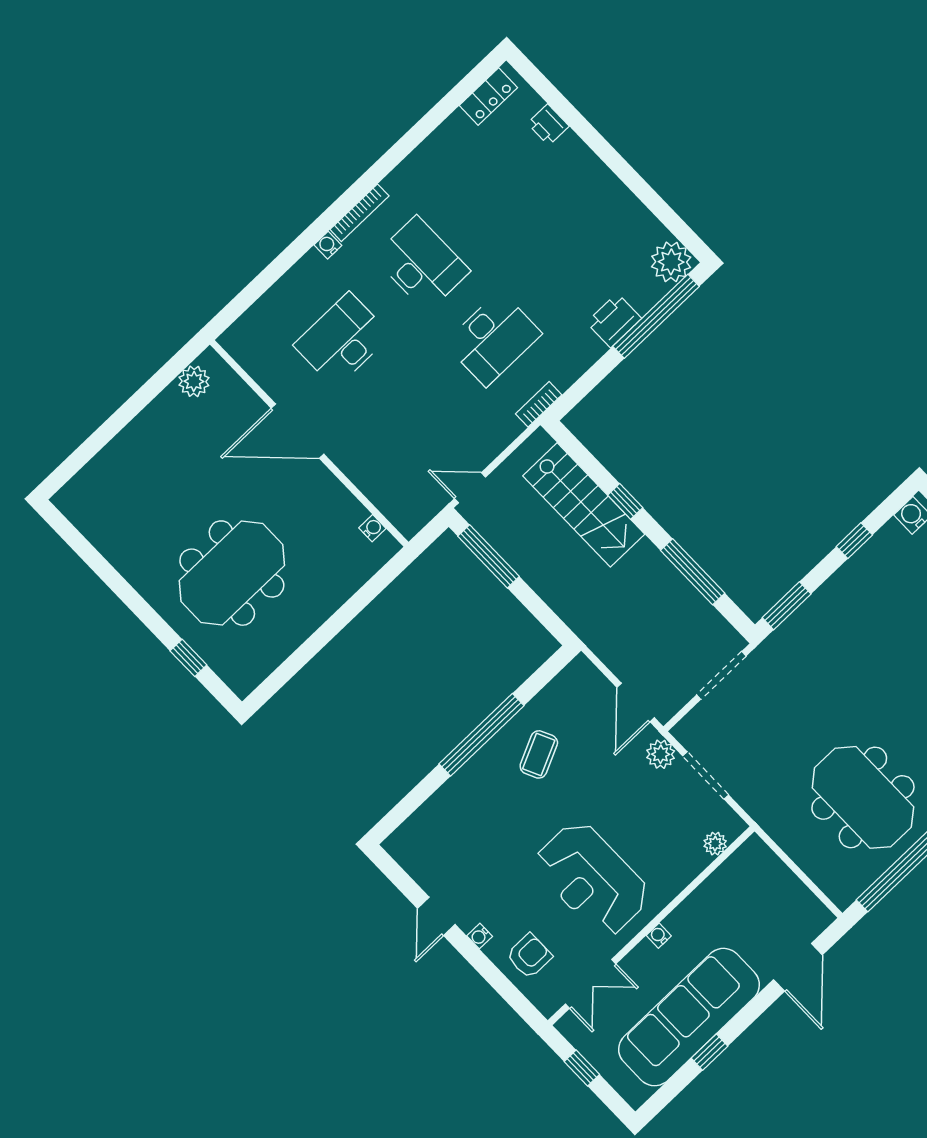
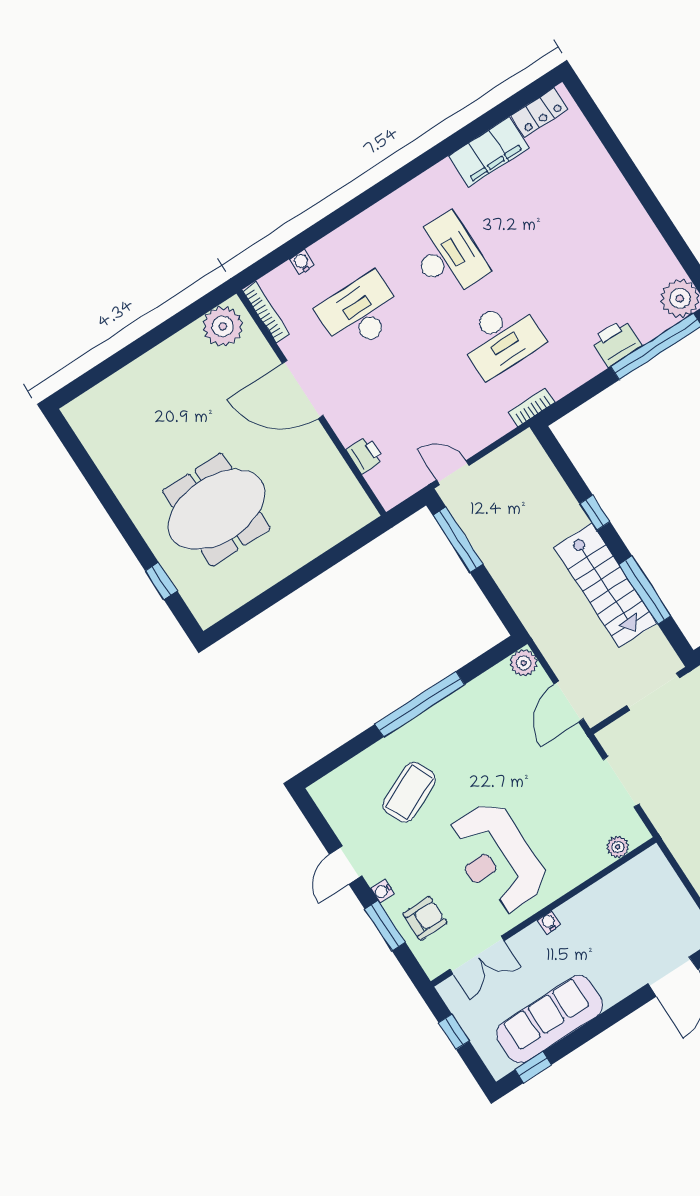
printer: (548, 125) -> (365, 455), moved, turned 180
filing cabinet: (444, 148) -> (489, 152), added
bookcase: (359, 213) -> (266, 312), moved, turned -90
water cooler: (328, 245) -> (302, 262), moved
plant: (194, 381) -> (223, 326), width x1.36, depth x1.36
stairs: (584, 505) -> (605, 585), moved
water cooler: (372, 528) -> (355, 493), removed
coffee table: (539, 754) -> (409, 792), moved, width x1.36, depth x1.30
plant: (661, 754) -> (524, 663), moved
window: (489, 972) -> (385, 926), added
sofa: (689, 1017) -> (550, 1019), width x0.74, depth x0.79
window: (710, 1052) -> (533, 1067), moved

